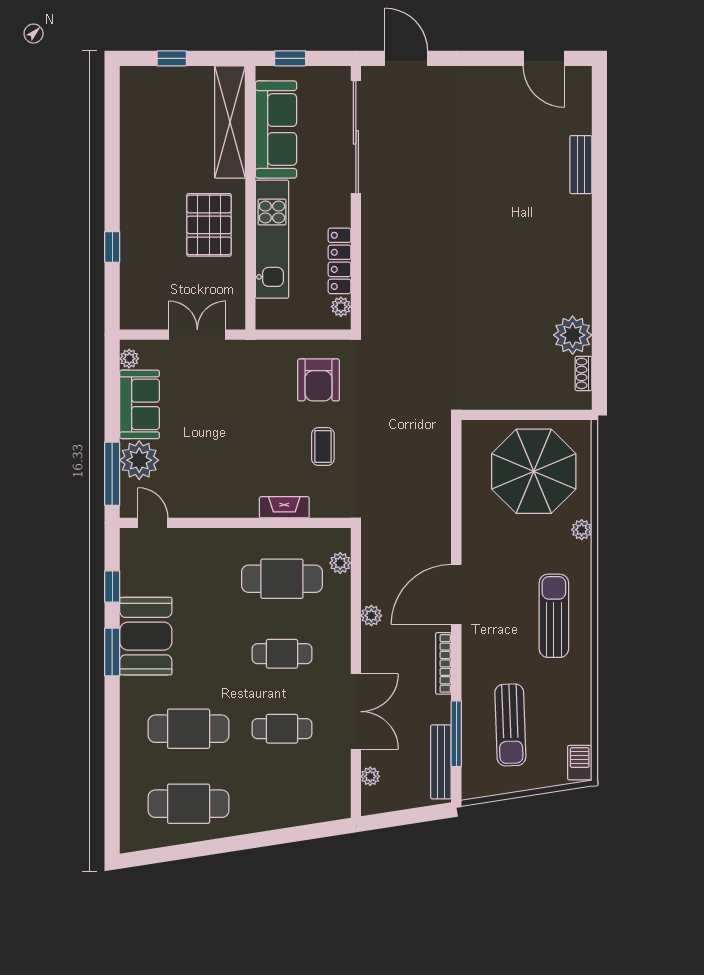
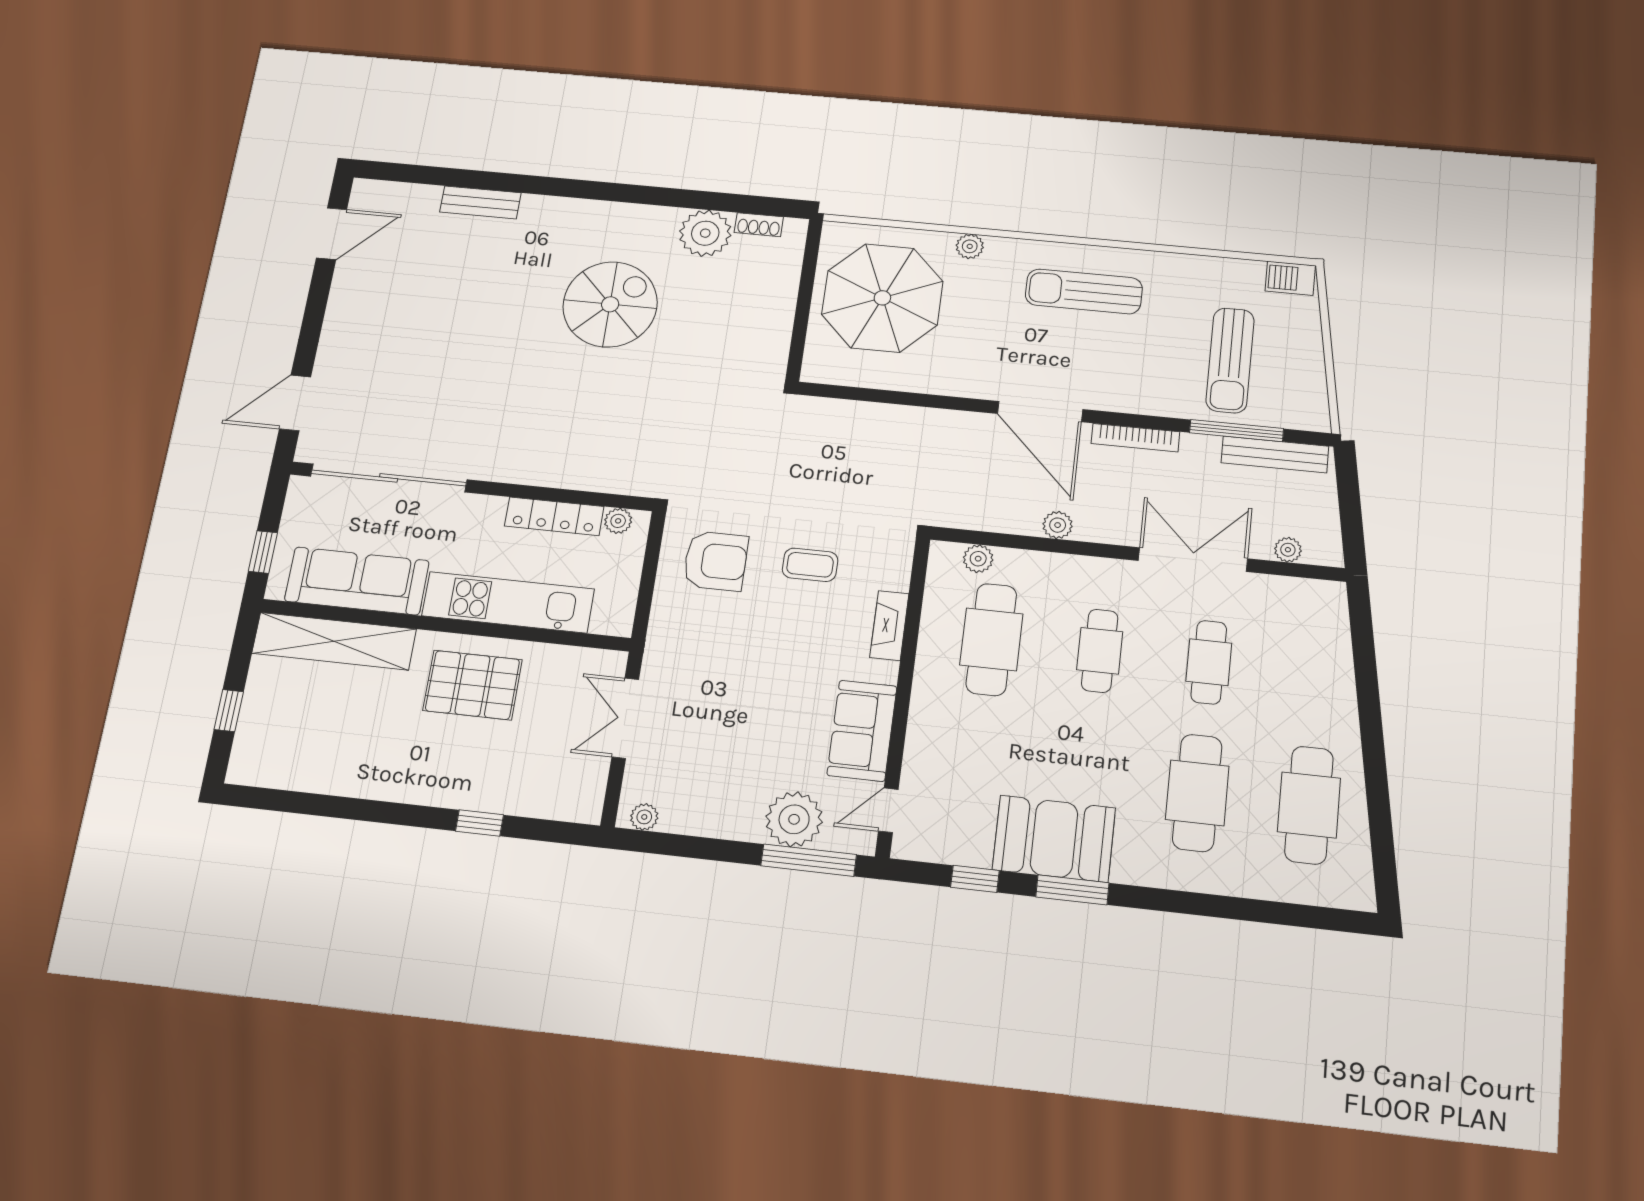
spiral stairs: (508, 274) -> (610, 304), added
sofa: (140, 404) -> (862, 731), moved, turned -90
sun lounger: (510, 725) -> (1230, 360), turned 92

